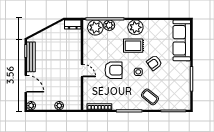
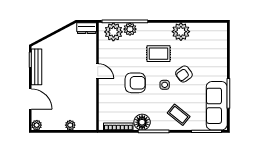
plant: (135, 27) -> (181, 32), moved
sofa: (182, 40) -> (217, 106), moved
door: (82, 71) -> (98, 71), moved
floor lamp: (119, 103) -> (142, 122), added

